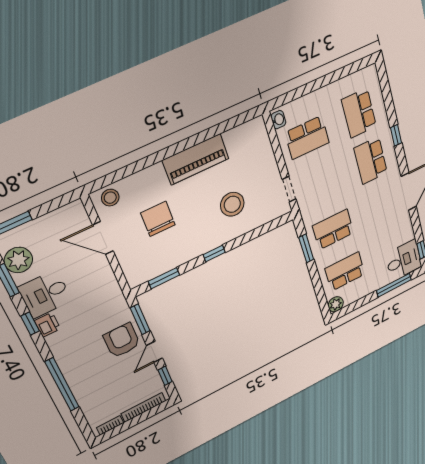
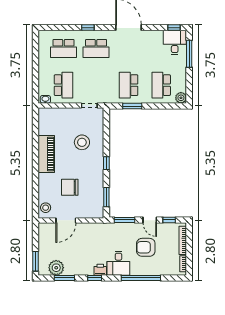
desk: (45, 294) -> (118, 263), moved
armchair: (122, 340) -> (146, 247), moved

